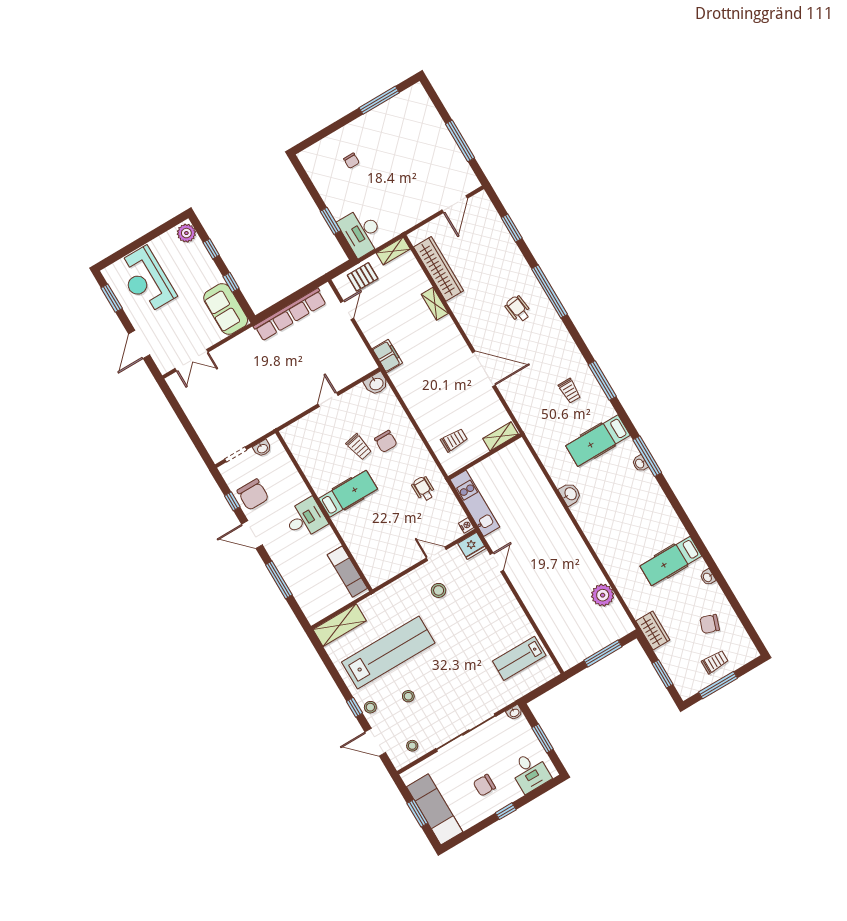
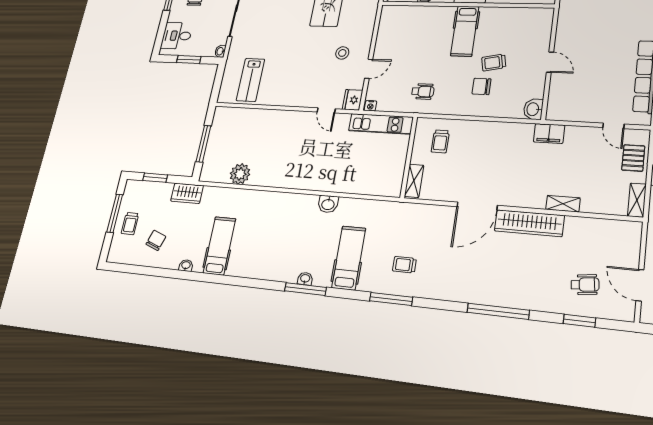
wardrobe: (439, 269) -> (529, 223), moved
wheelchair: (518, 309) -> (585, 285), moved
lab bench: (519, 658) -> (251, 80), turned 180

